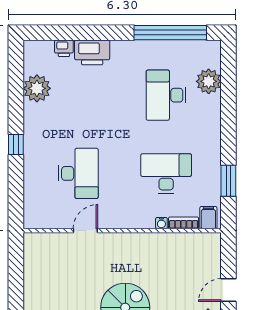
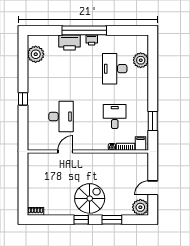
window: (170, 33) -> (84, 30), moved
printer: (64, 48) -> (92, 40), moved
plant: (37, 88) -> (36, 54), moved
desk: (166, 173) -> (115, 117), width x0.73

